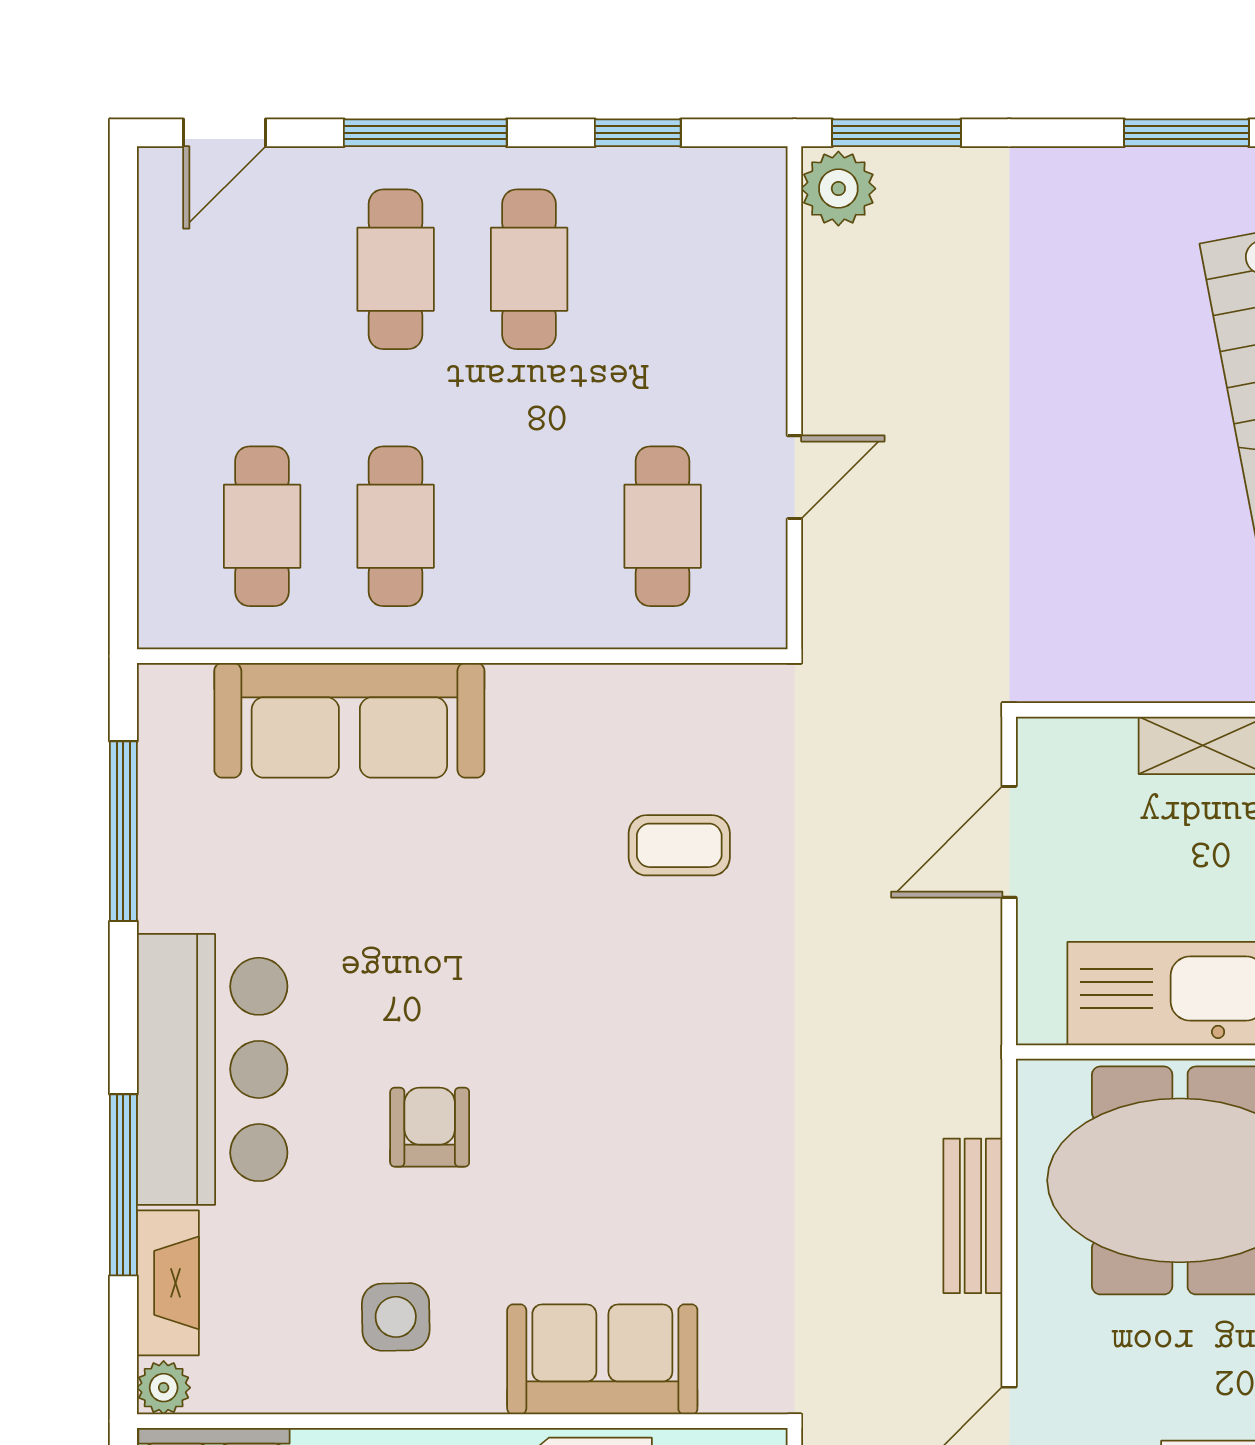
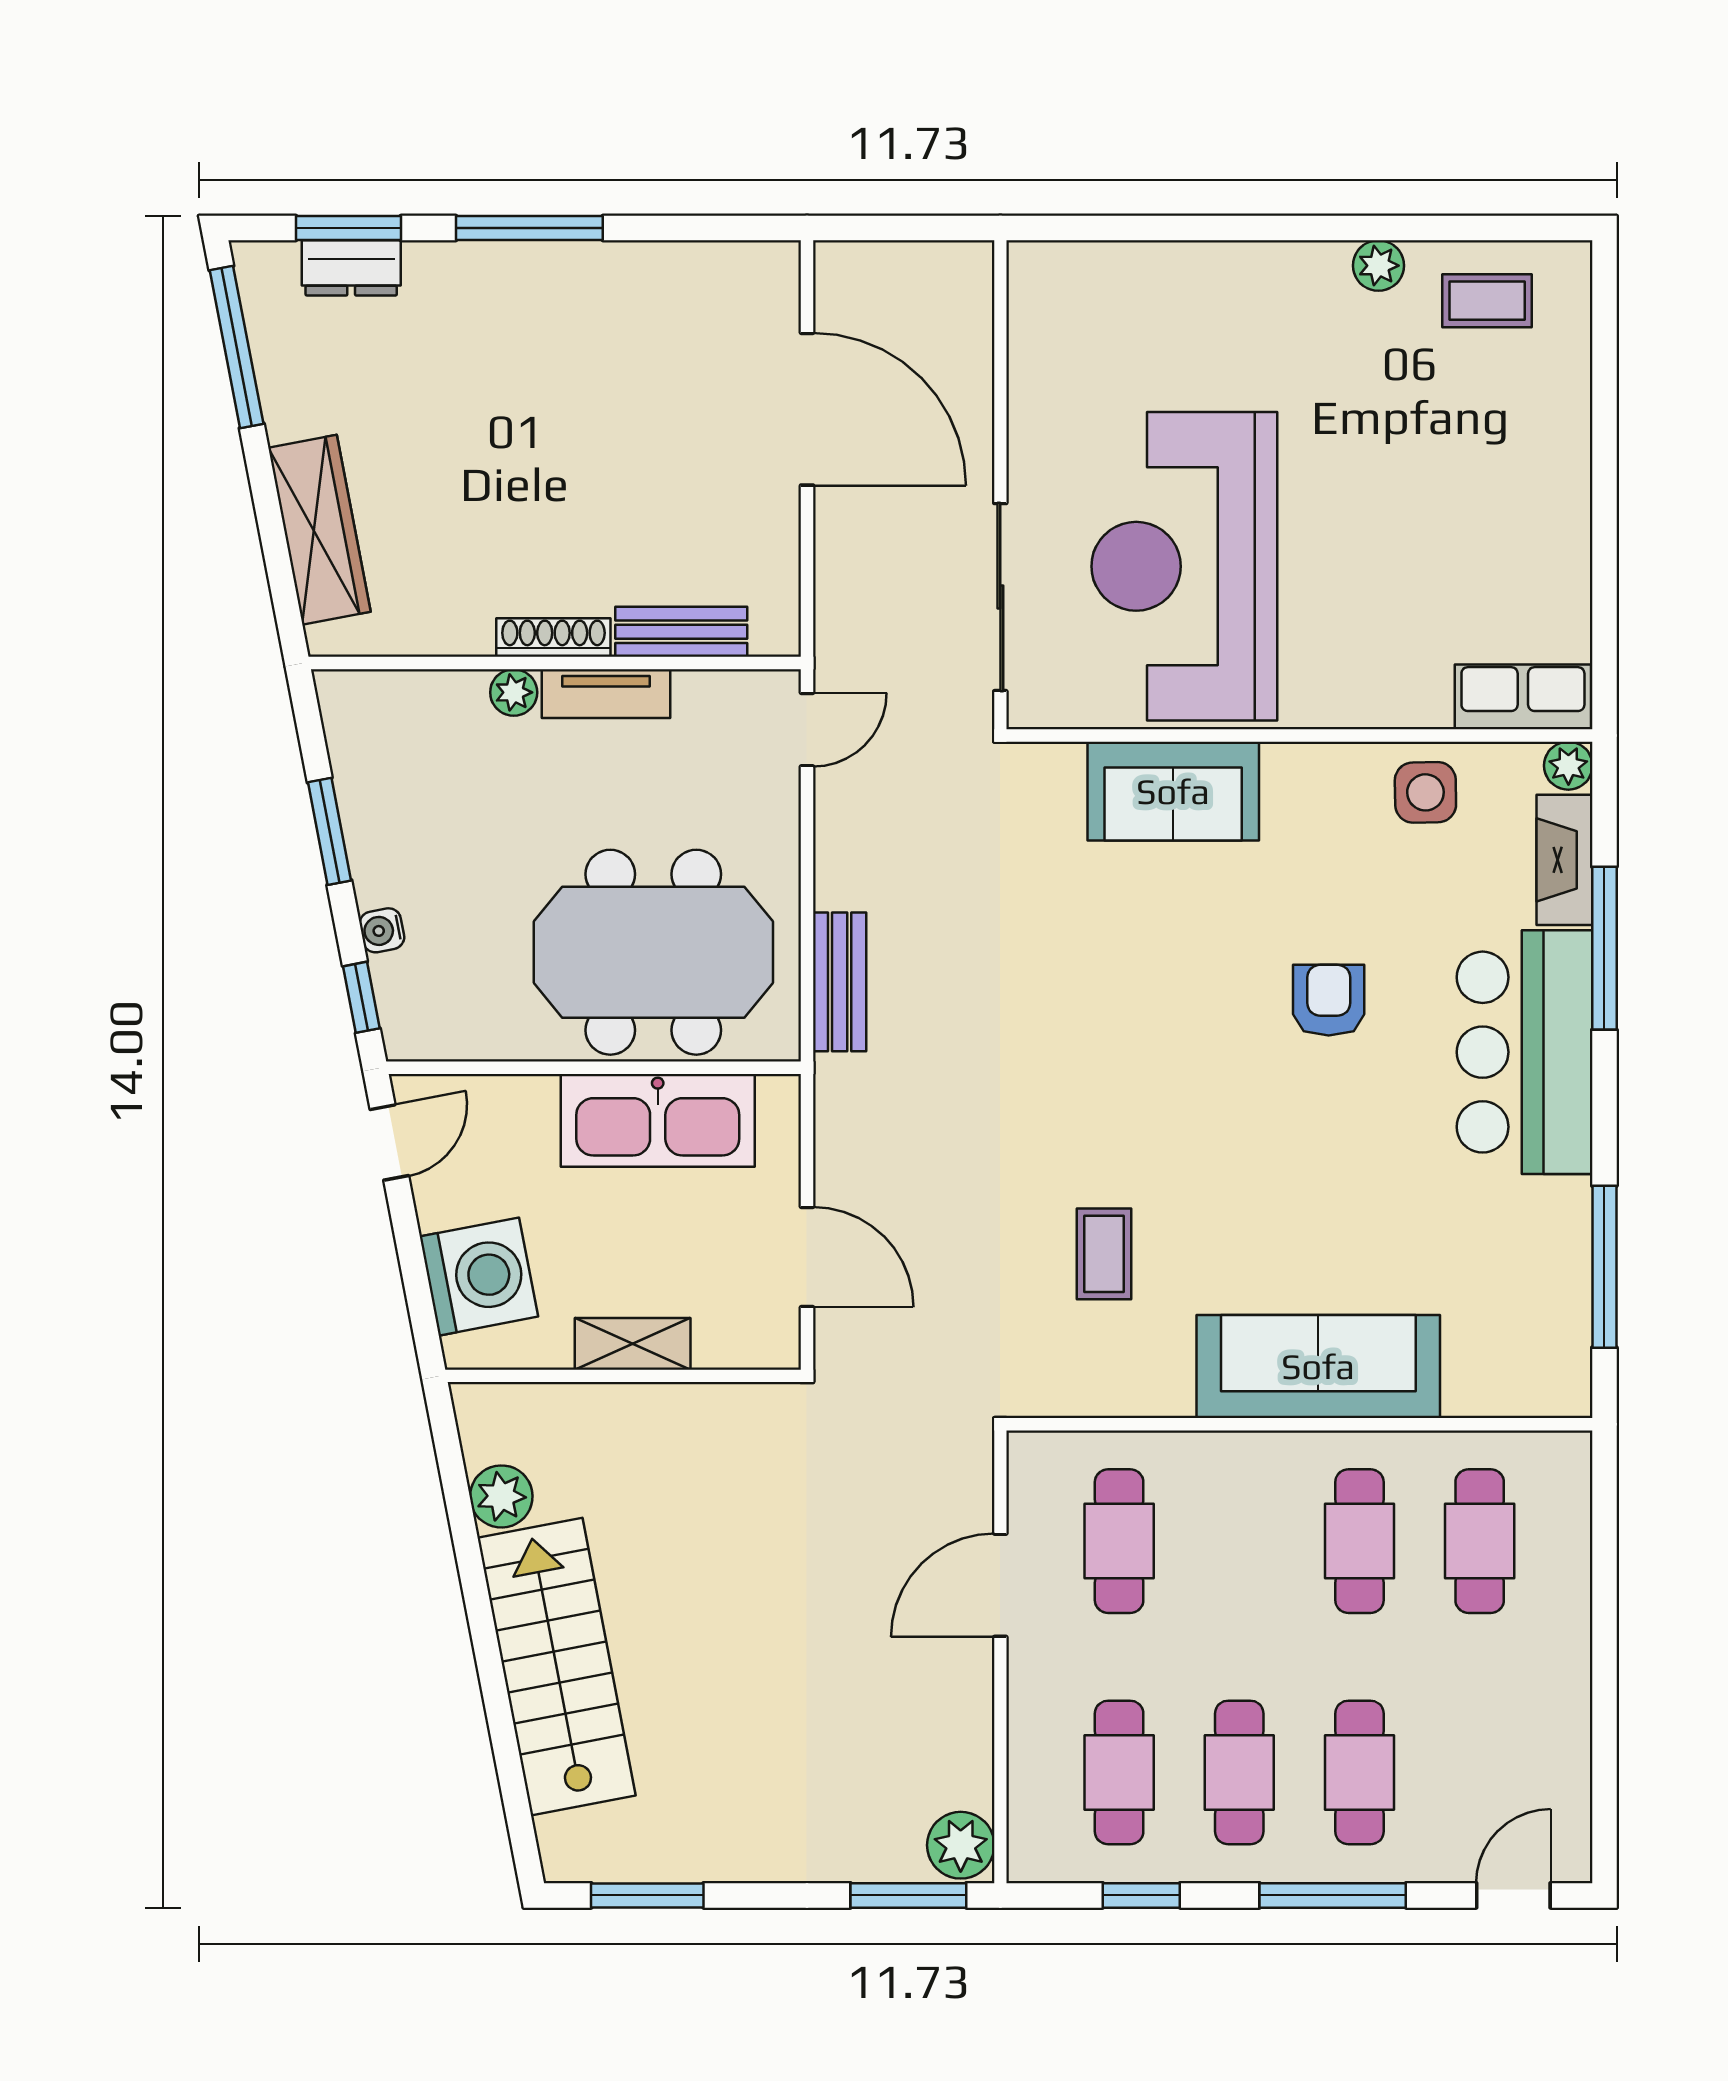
cafe table: (663, 269) -> (1119, 1772), added
door: (794, 477) -> (1000, 1585), width x1.38
sofa: (349, 720) -> (1318, 1366), moved
door: (1009, 842) -> (807, 1257), hinge flipped
coffee table: (679, 845) -> (1104, 1254), turned 90
armchair: (430, 1127) -> (1329, 1000), turned 180
bench: (973, 1216) -> (840, 982), moved
side table: (396, 1317) -> (1425, 792), moved

